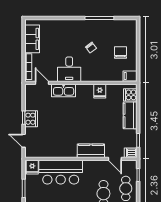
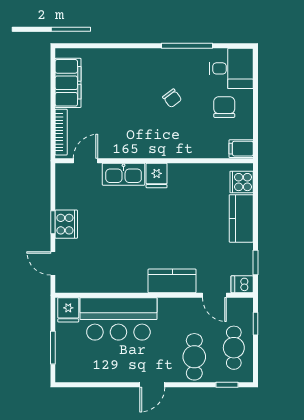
desk: (69, 69) -> (231, 68), moved, turned -90
door: (42, 83) -> (85, 161), hinge flipped
fridge: (100, 91) -> (157, 175), moved

